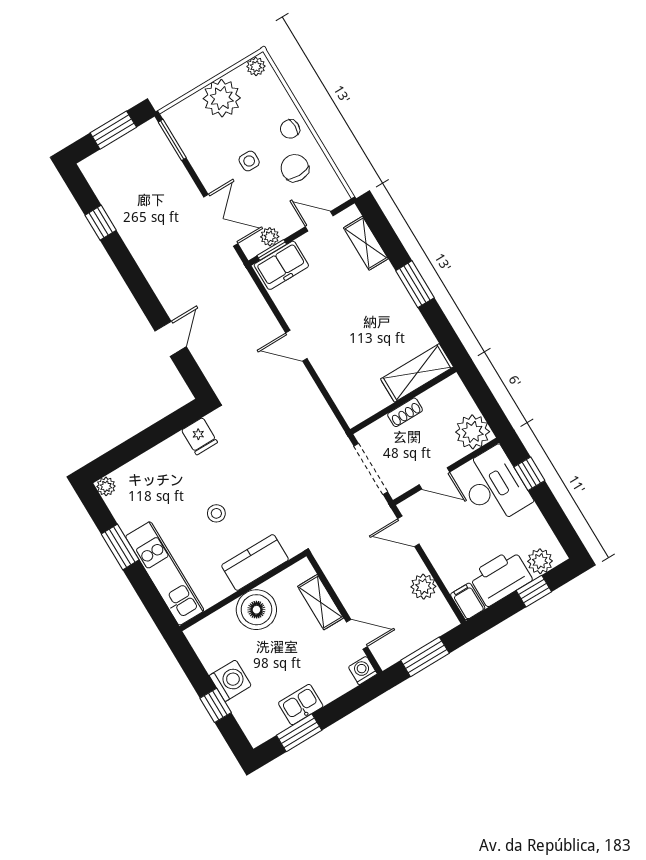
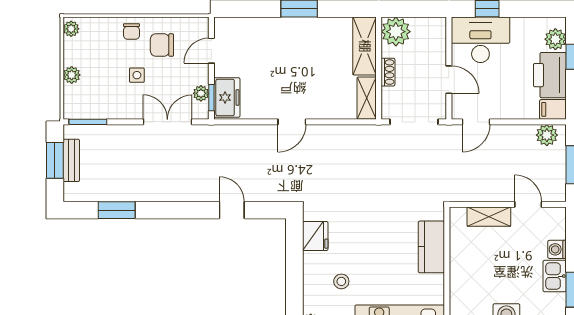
plant: (222, 98) -> (72, 75), width x0.53, depth x0.53
bench: (123, 147) -> (71, 160), added
window: (101, 223) -> (117, 210), width x1.50
shelving: (366, 243) -> (367, 98), moved, turned 90
plant: (473, 432) -> (396, 32), moved
fridge: (200, 436) -> (315, 236), width x1.38
door: (434, 478) -> (449, 80), hinge flipped
stool: (216, 513) -> (341, 281), moved
plant: (423, 587) -> (547, 135), moved
boiler: (256, 610) -> (466, 267), removed
door: (357, 634) -> (528, 204), hinge flipped
washing machine: (363, 670) -> (557, 249), moved

